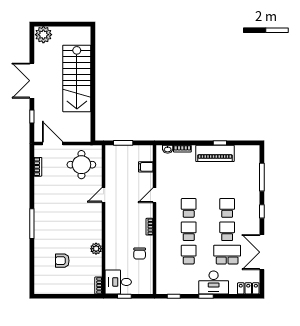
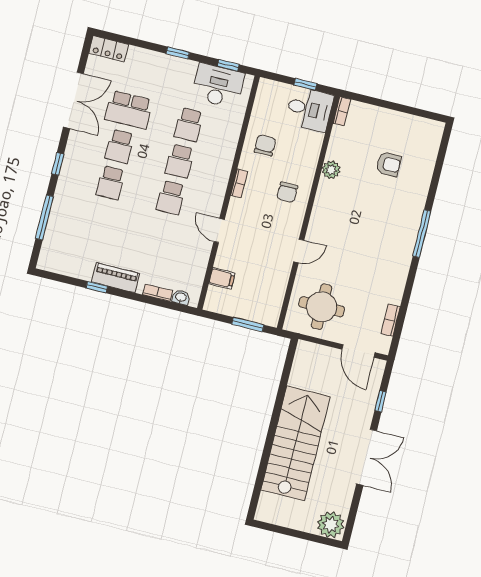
piano: (215, 153) -> (116, 278), width x0.73, depth x0.75
door: (155, 195) -> (219, 231), swing flipped
chair: (119, 229) -> (287, 192), added
desk: (214, 282) -> (218, 86), moved

